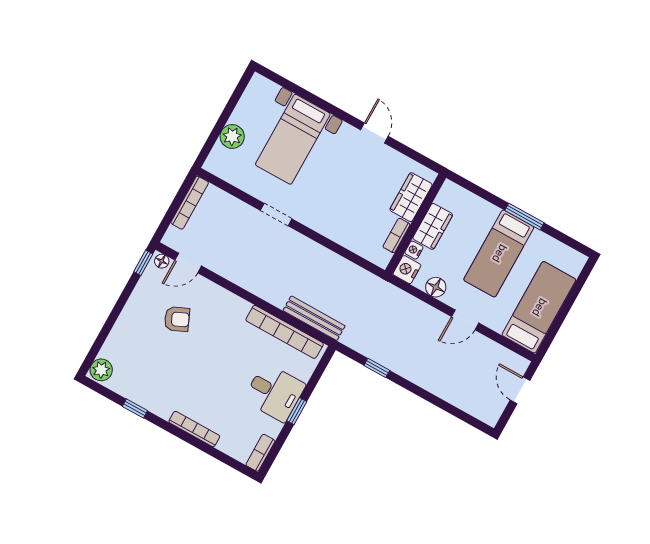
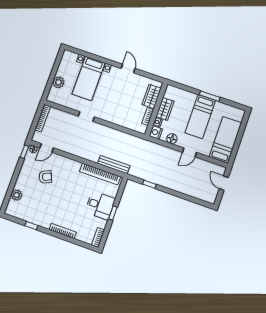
plant: (101, 370) -> (17, 195), moved

